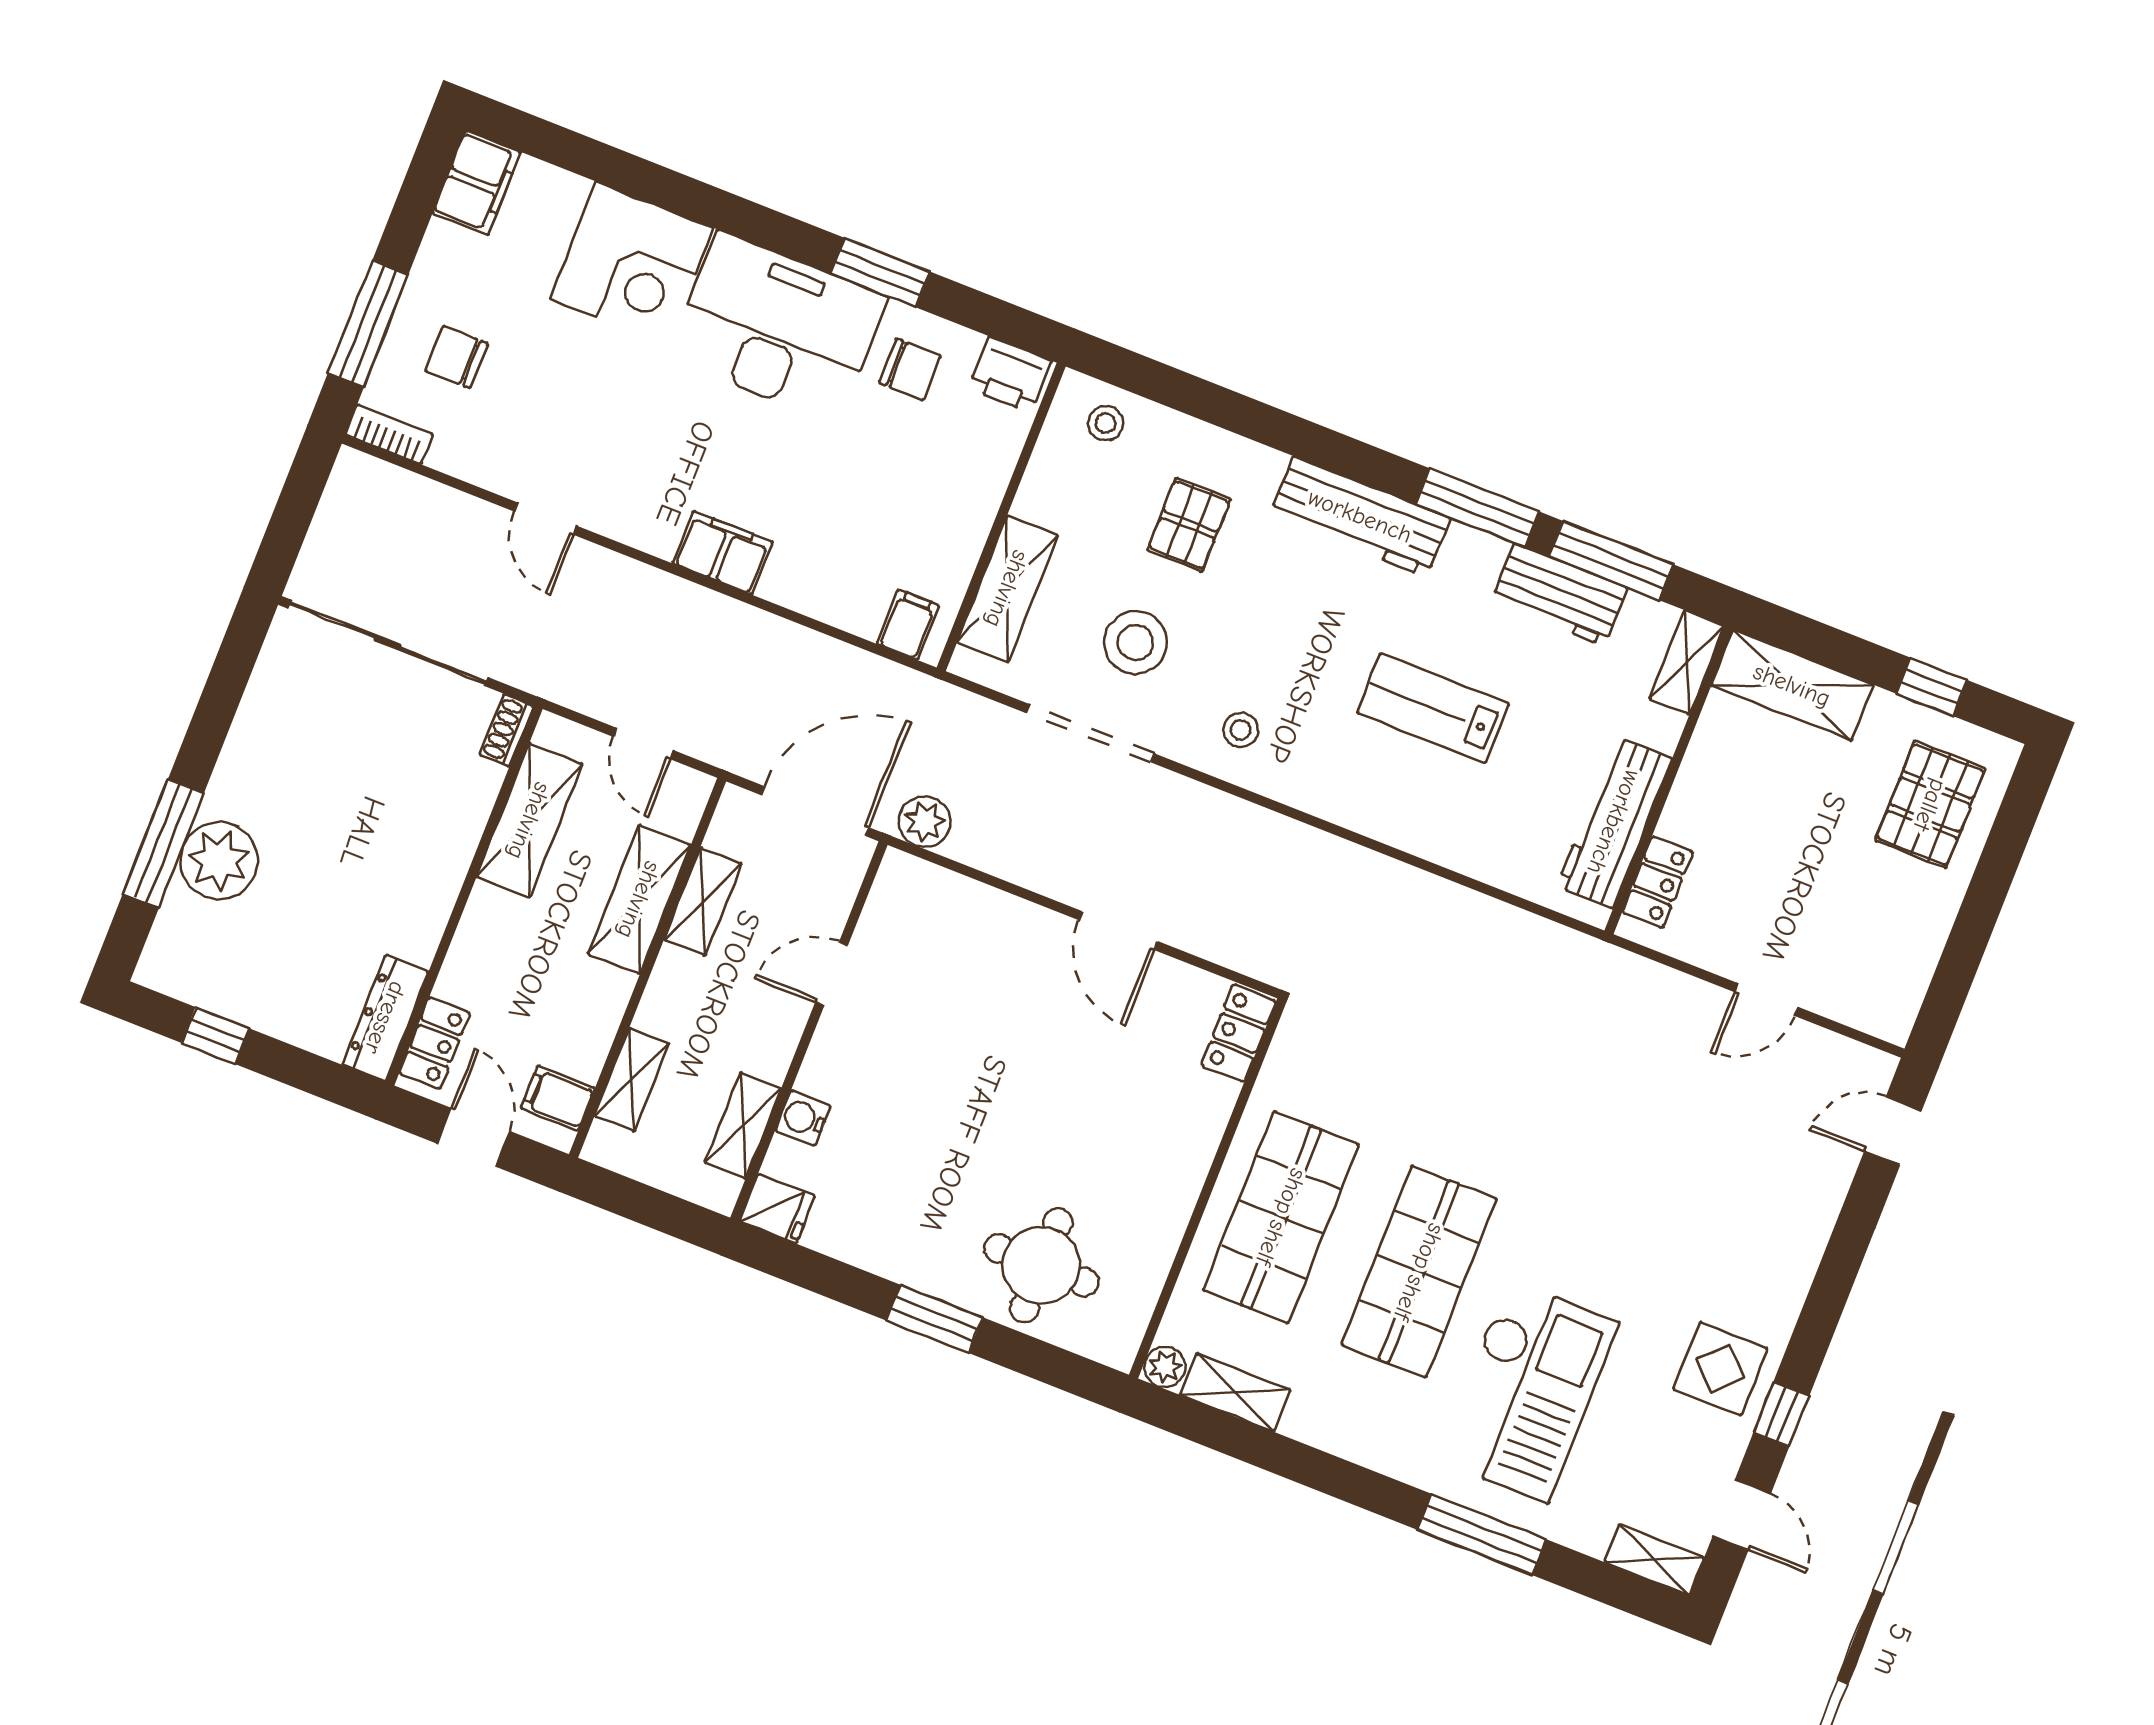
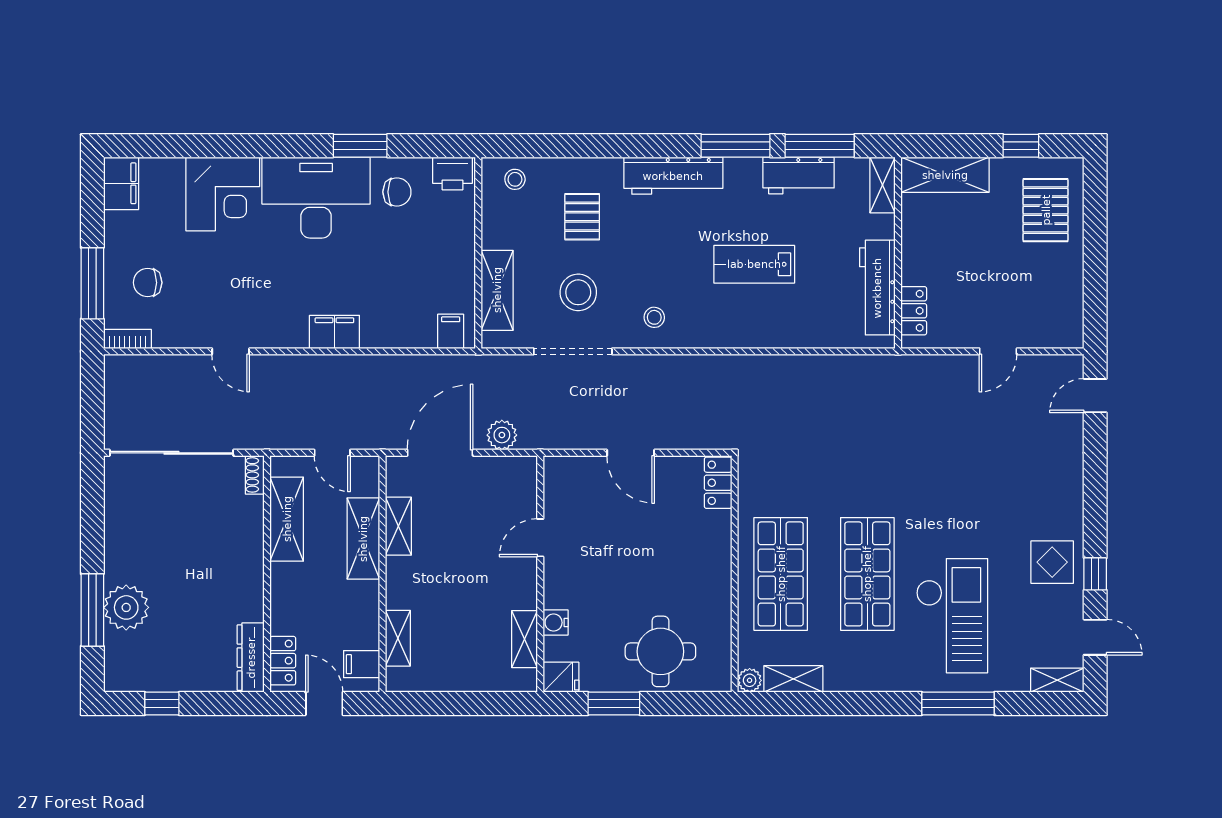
door: (832, 974) -> (540, 538), moved
wall: (809, 1031) -> (540, 574), moved
water cooler: (803, 1118) -> (556, 623), moved
shelving: (743, 1125) -> (525, 639), moved
fridge: (777, 1209) -> (561, 677), moved

